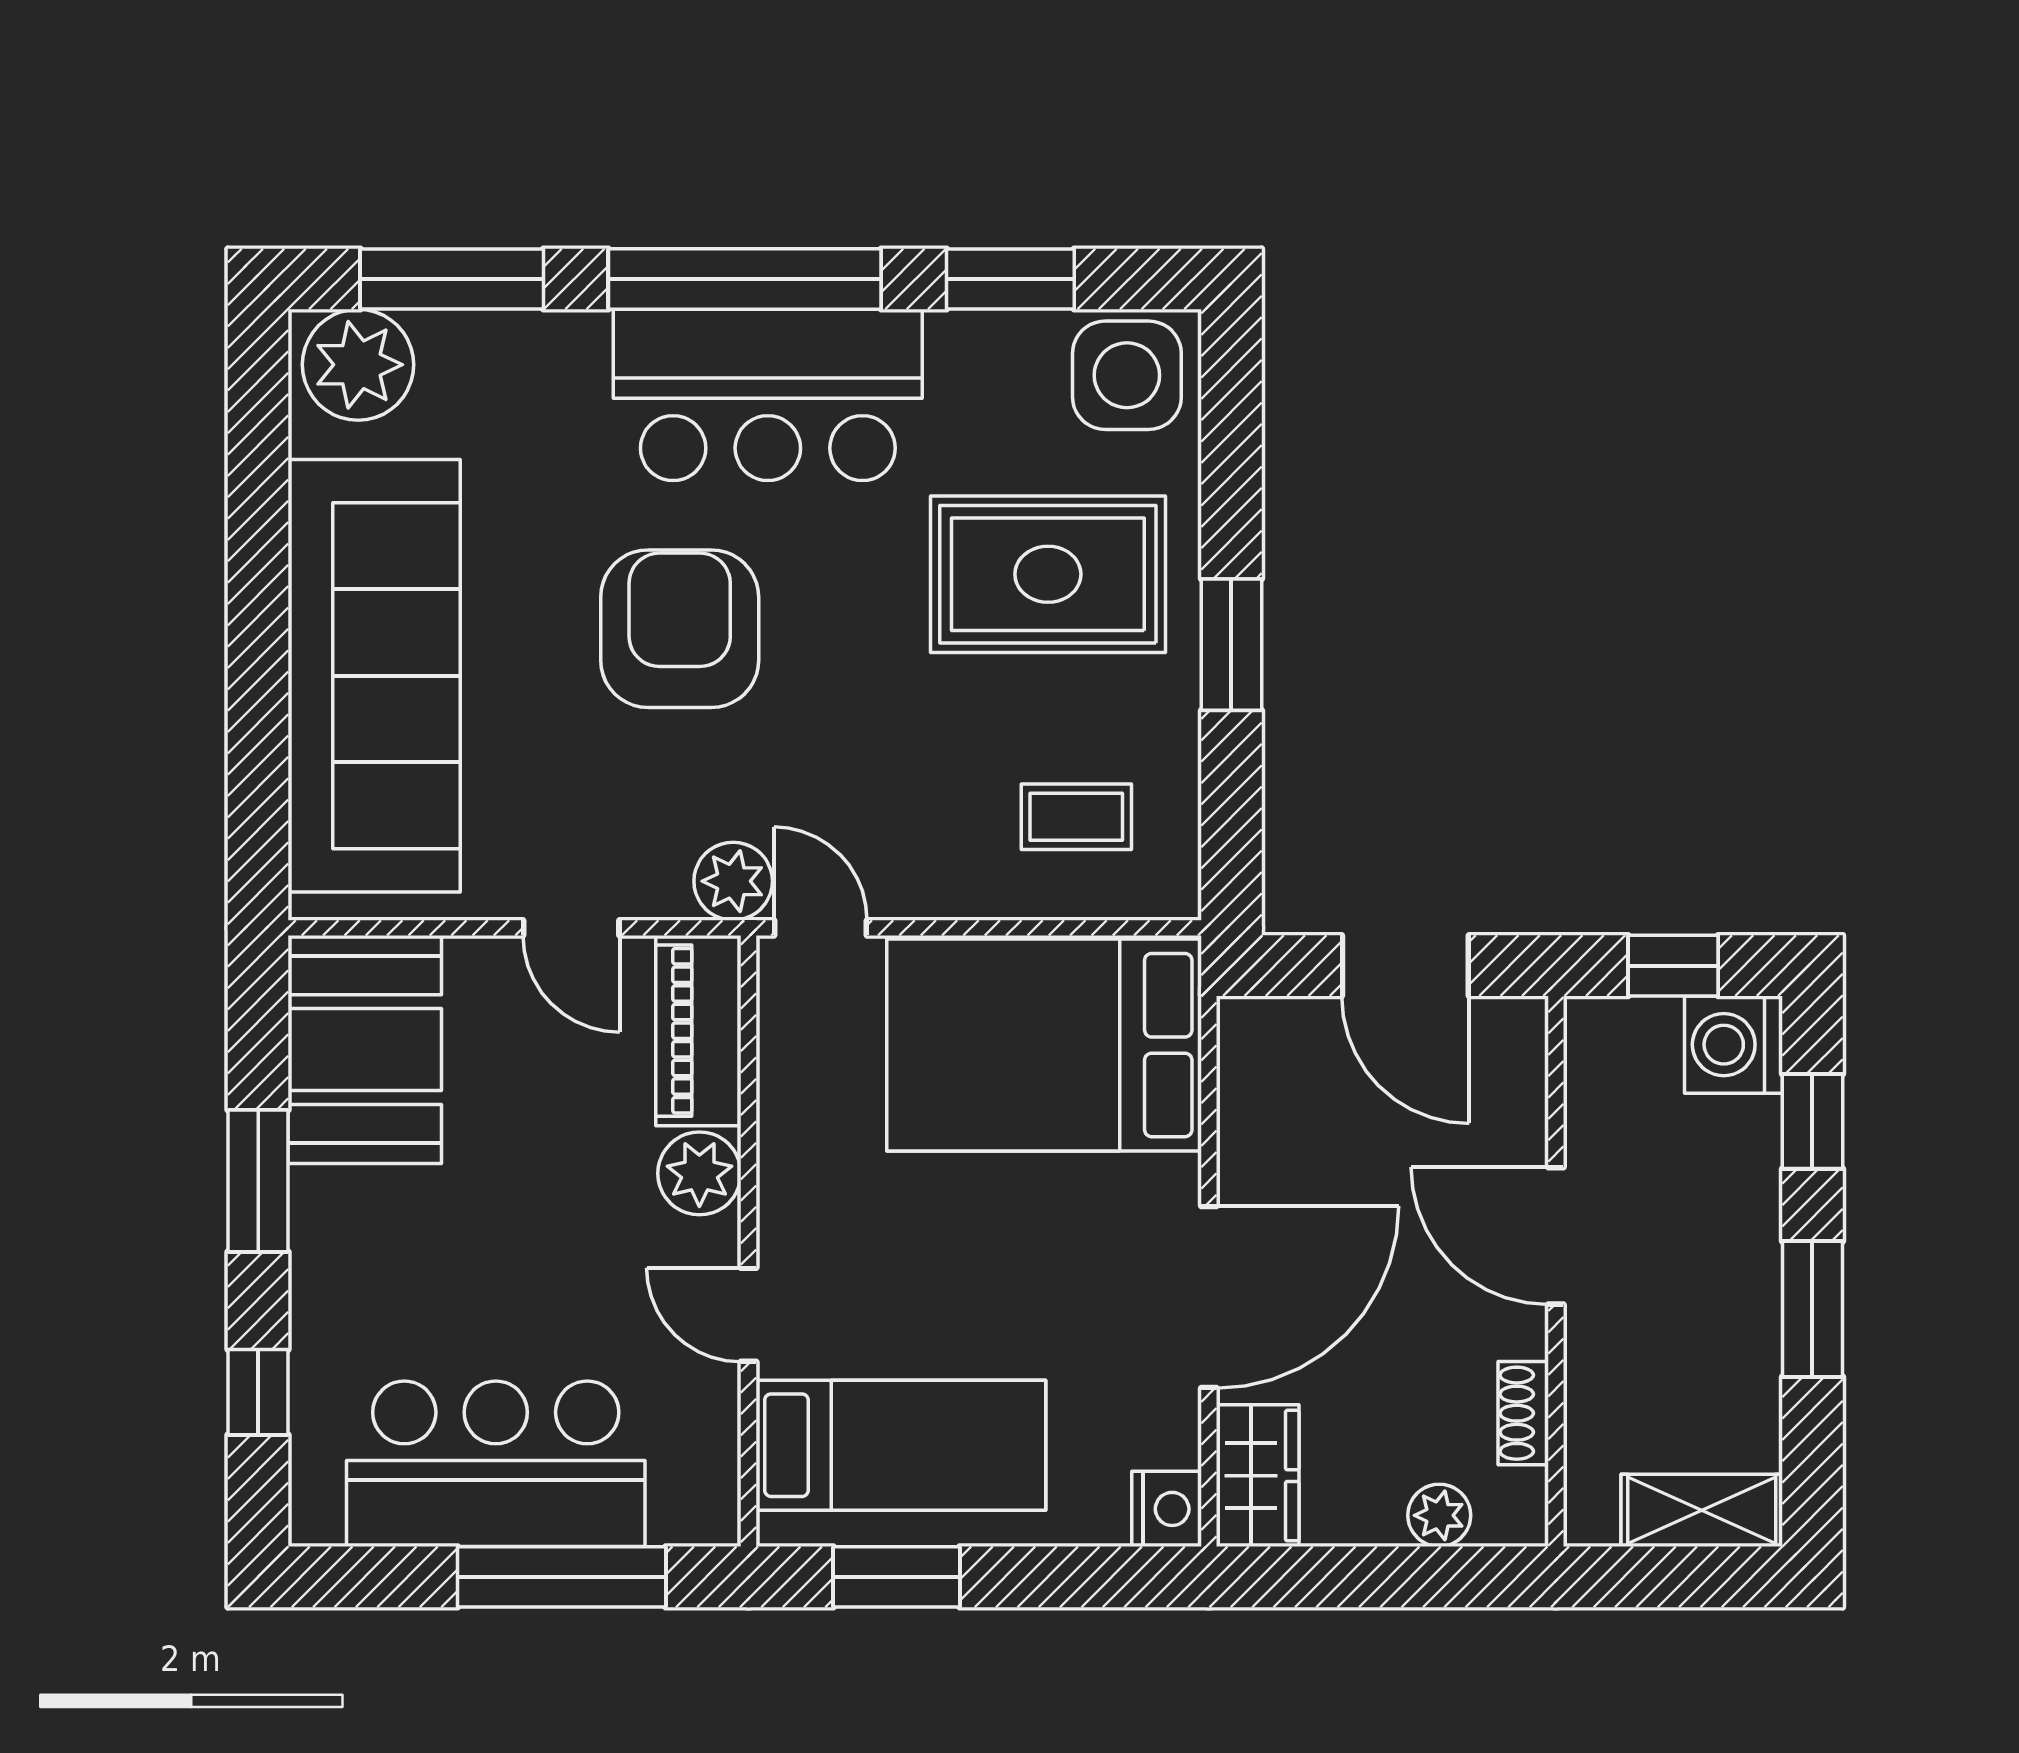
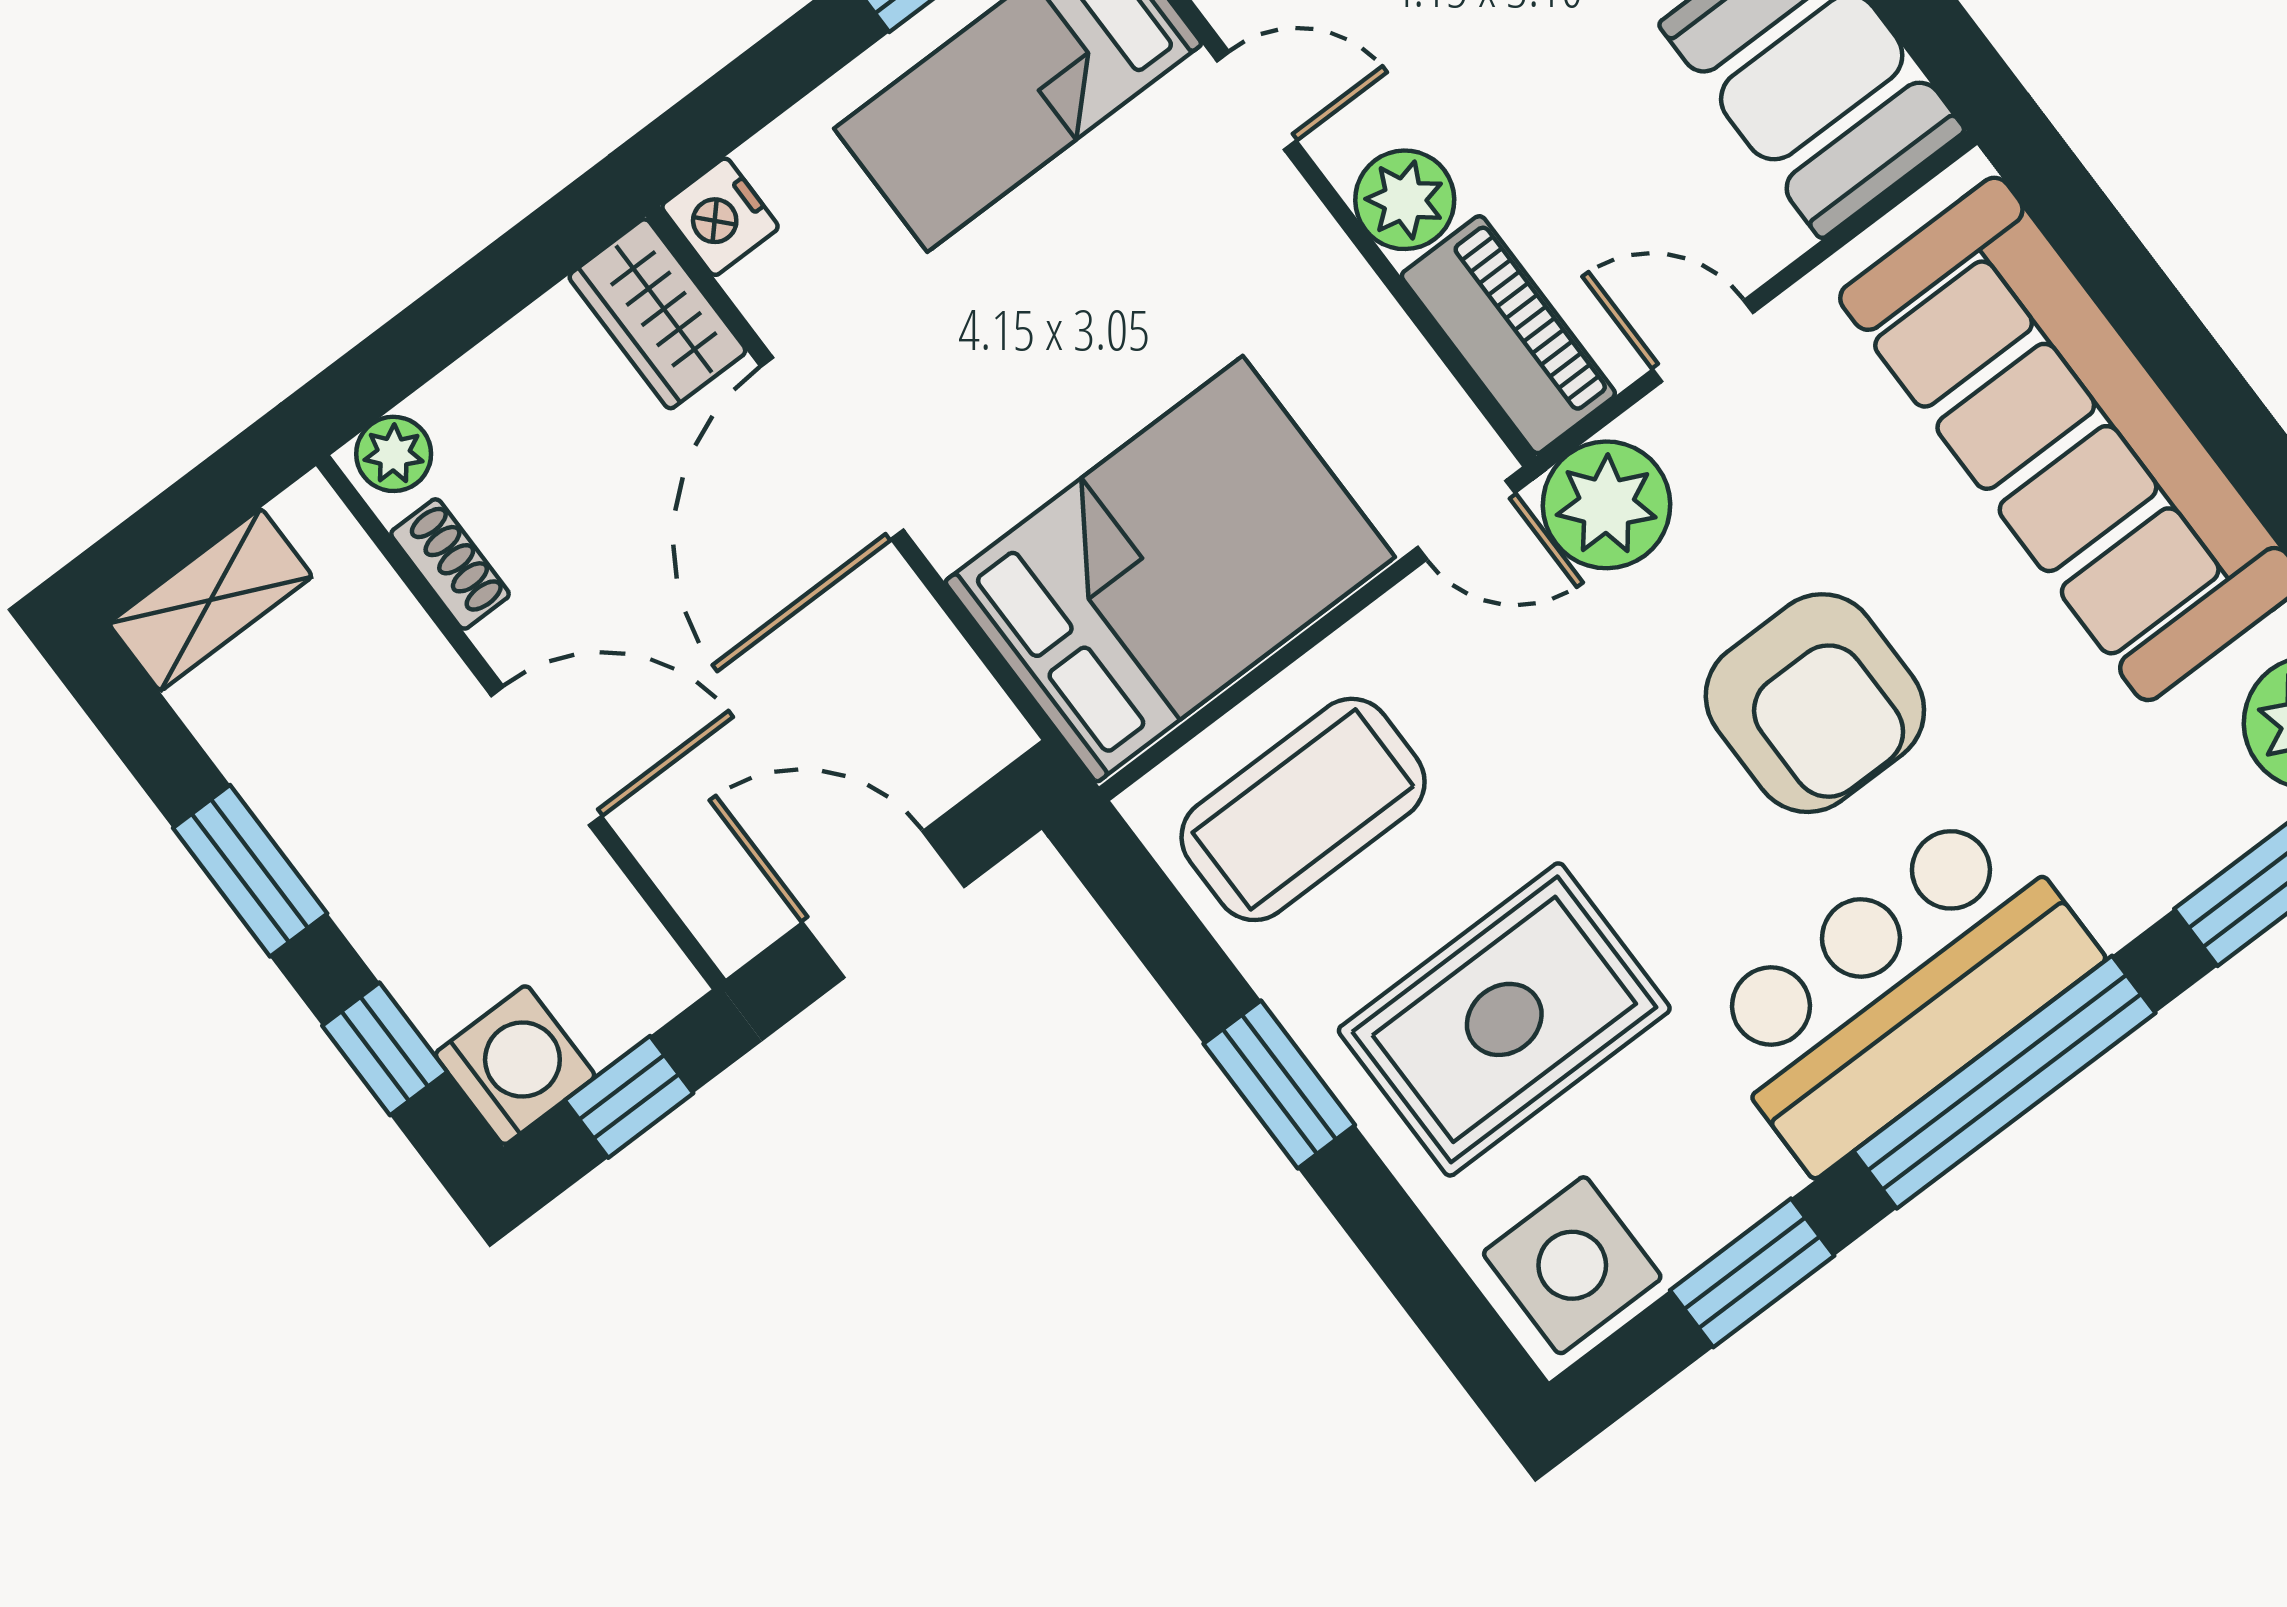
coffee table: (1076, 817) -> (1303, 809), width x1.86, depth x1.72
plant: (733, 881) -> (1606, 505), width x1.36, depth x1.36
plant: (1439, 1515) -> (394, 454), moved

